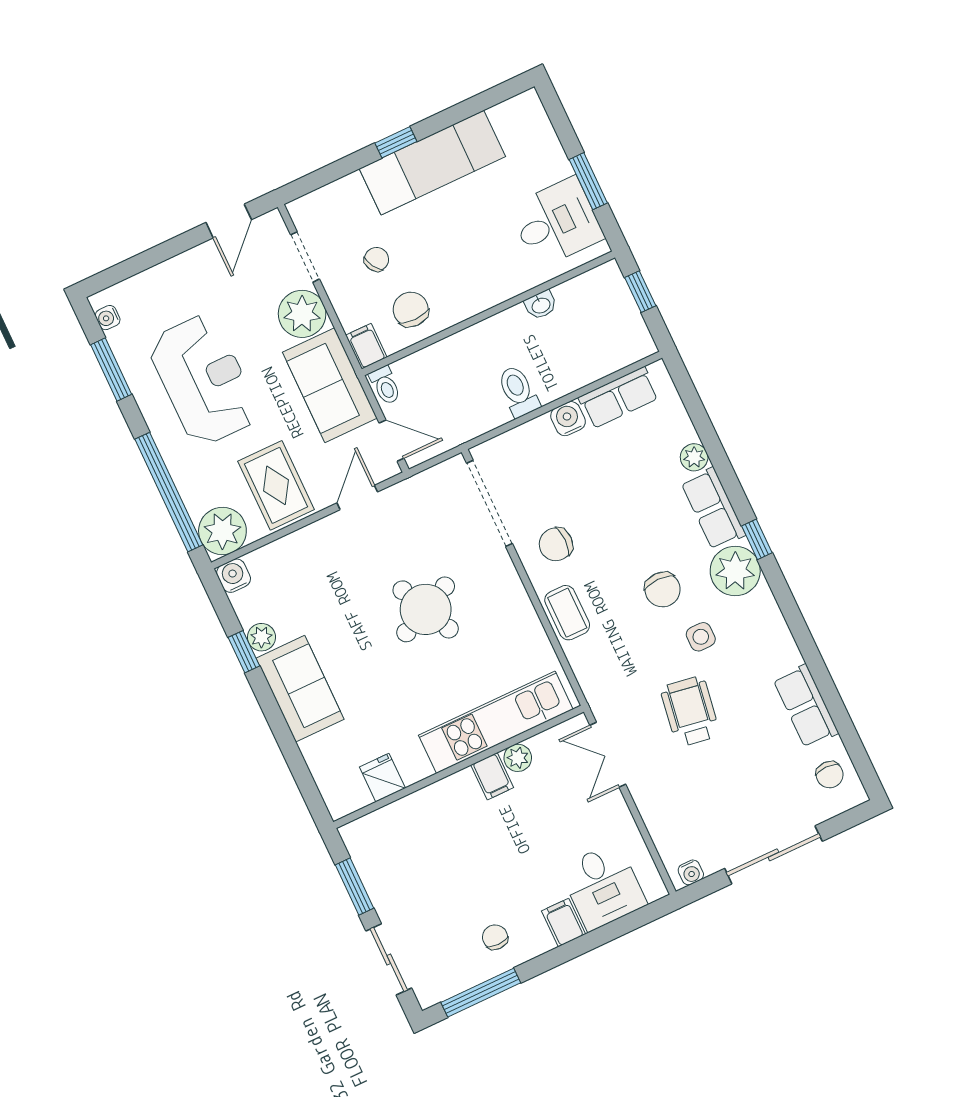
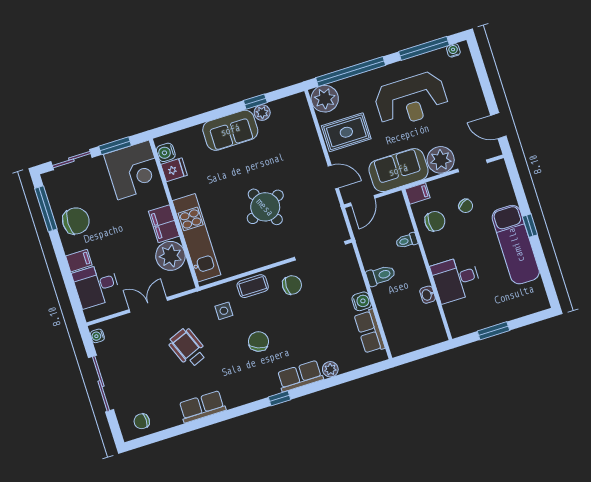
desk: (557, 223) -> (456, 279), moved, turned 90
window: (640, 292) -> (427, 352), removed
window: (111, 369) -> (424, 48), width x1.44
toilet: (385, 385) -> (407, 241), moved
chair: (556, 544) -> (292, 285), turned 90
plant: (735, 571) -> (263, 384), removed
water cooler: (234, 576) -> (166, 152), moved, turned 180
chair: (663, 590) -> (258, 341), turned 112
side table: (701, 637) -> (224, 311), moved
row of seats: (806, 706) -> (202, 407), moved
wheelchair: (690, 711) -> (188, 348), turned -121
double door: (608, 755) -> (148, 305), moved
plant: (518, 758) -> (170, 256), width x1.87, depth x1.87
filing cabinet: (492, 776) -> (164, 224), width x2.00
corner desk: (392, 848) -> (134, 170), added
chair: (495, 937) -> (76, 221), width x1.87, depth x1.87

